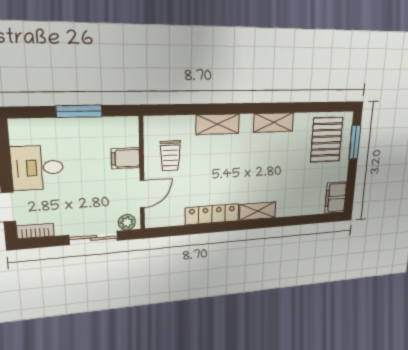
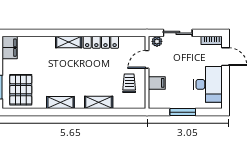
desk: (37, 168) -> (208, 84), width x1.37

